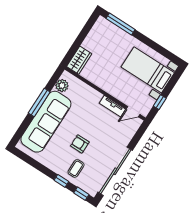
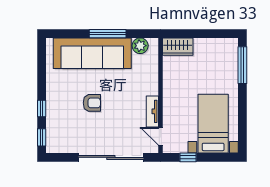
armchair: (80, 144) -> (92, 103), turned 90
coffee table: (76, 168) -> (64, 115), removed
sliding door: (115, 171) -> (111, 157), moved

